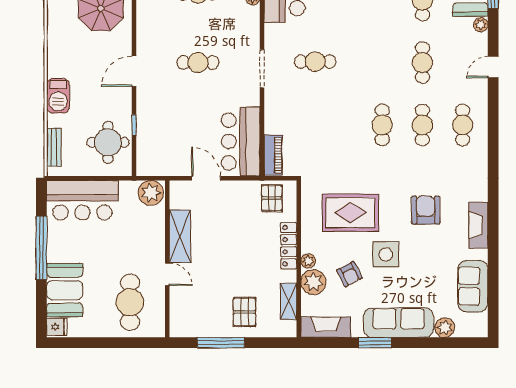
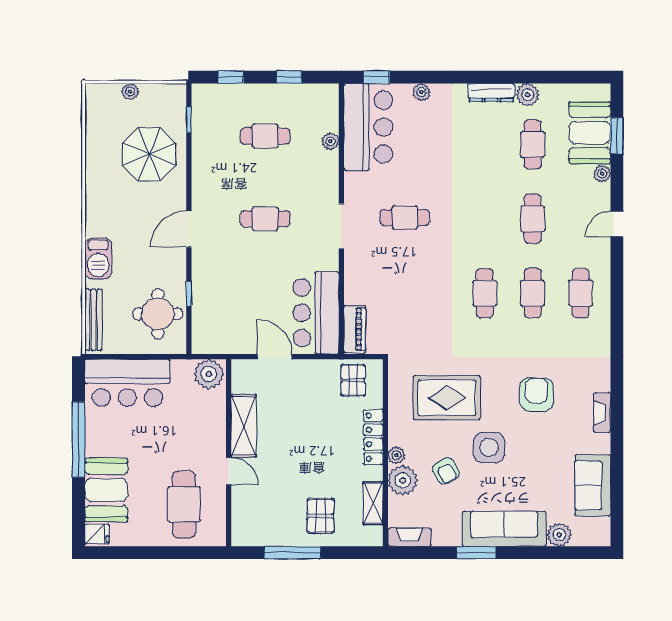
bench: (54, 147) -> (93, 320), width x1.36
fireplace: (478, 225) -> (602, 413), width x0.73, depth x0.76
fireplace: (326, 327) -> (410, 537), width x0.73, depth x0.76

